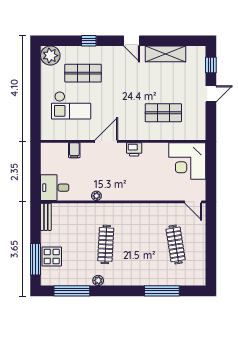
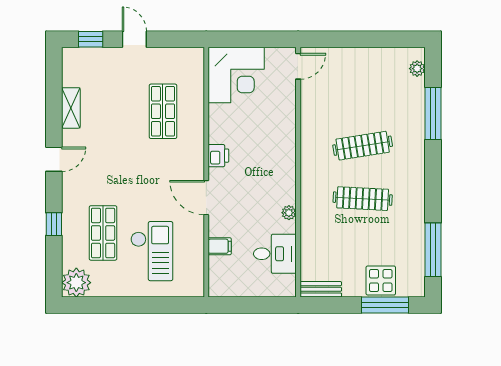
shelving: (166, 54) -> (71, 108), width x0.67, depth x0.75
desk: (55, 188) -> (275, 254), moved, turned -90
clothes rail: (176, 244) -> (363, 146), moved
plant: (98, 280) -> (417, 69), moved

